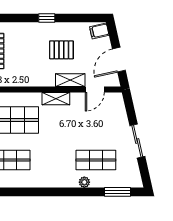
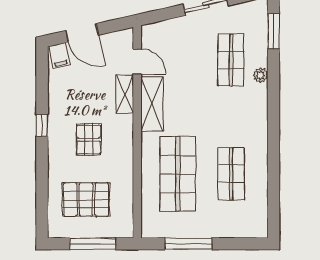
pallet: (61, 50) -> (89, 139), moved
door: (119, 60) -> (82, 33), moved
shelving: (56, 99) -> (152, 104), width x1.50, depth x1.33

